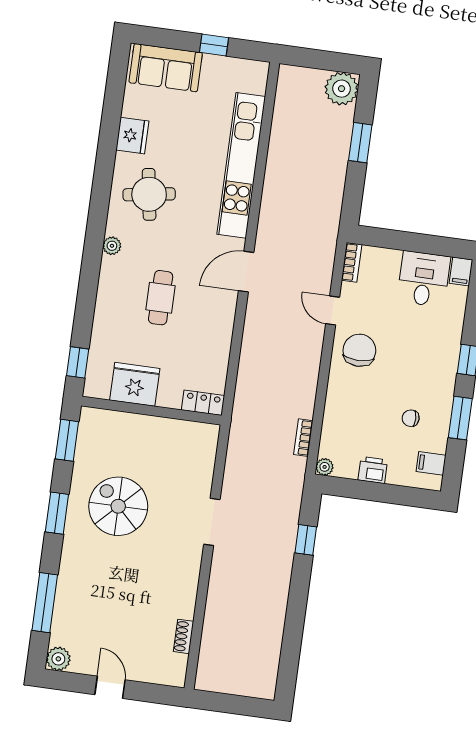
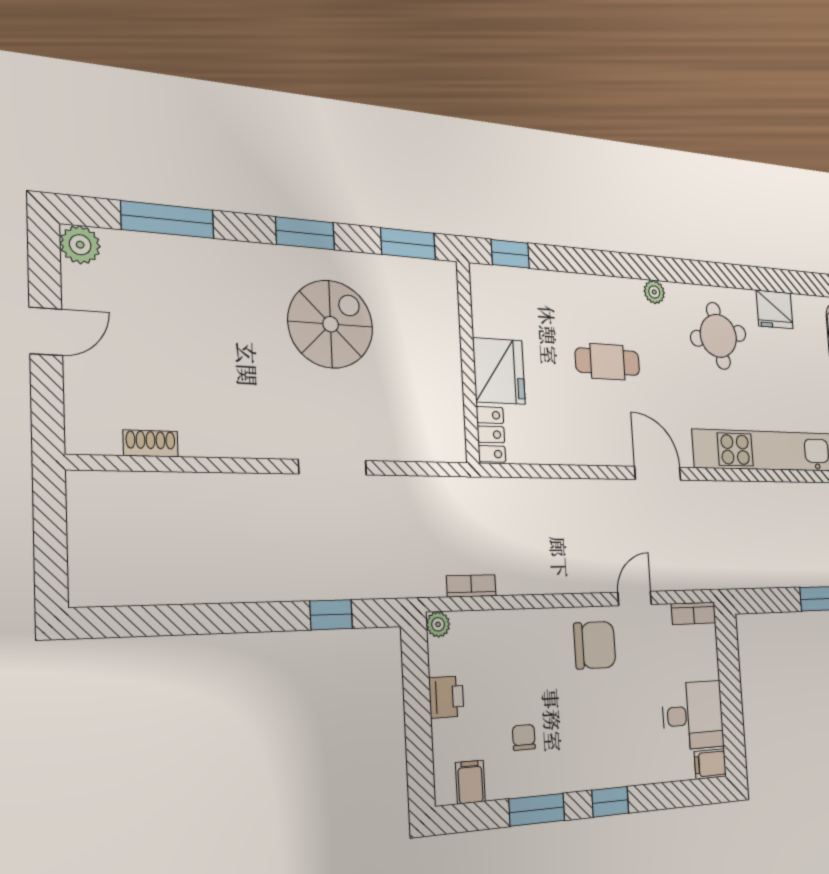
fridge: (135, 384) -> (499, 371), moved

